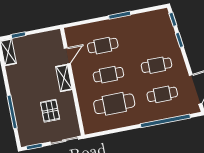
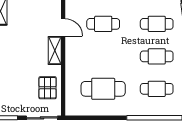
door: (67, 56) -> (63, 27), hinge flipped
cafe table: (108, 75) -> (157, 24), moved
pallet: (50, 111) -> (48, 88), moved

